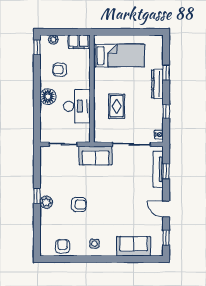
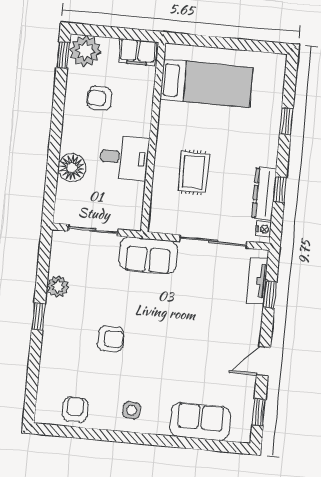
plant: (53, 40) -> (85, 51), width x1.87, depth x1.87
dresser: (157, 84) -> (264, 193), moved
floor lamp: (48, 97) -> (72, 168), moved
desk: (77, 106) -> (124, 157), width x0.73
tv unit: (158, 169) -> (257, 281), width x0.71
plant: (46, 202) -> (58, 286), moved
door: (166, 209) -> (264, 361), hinge flipped

